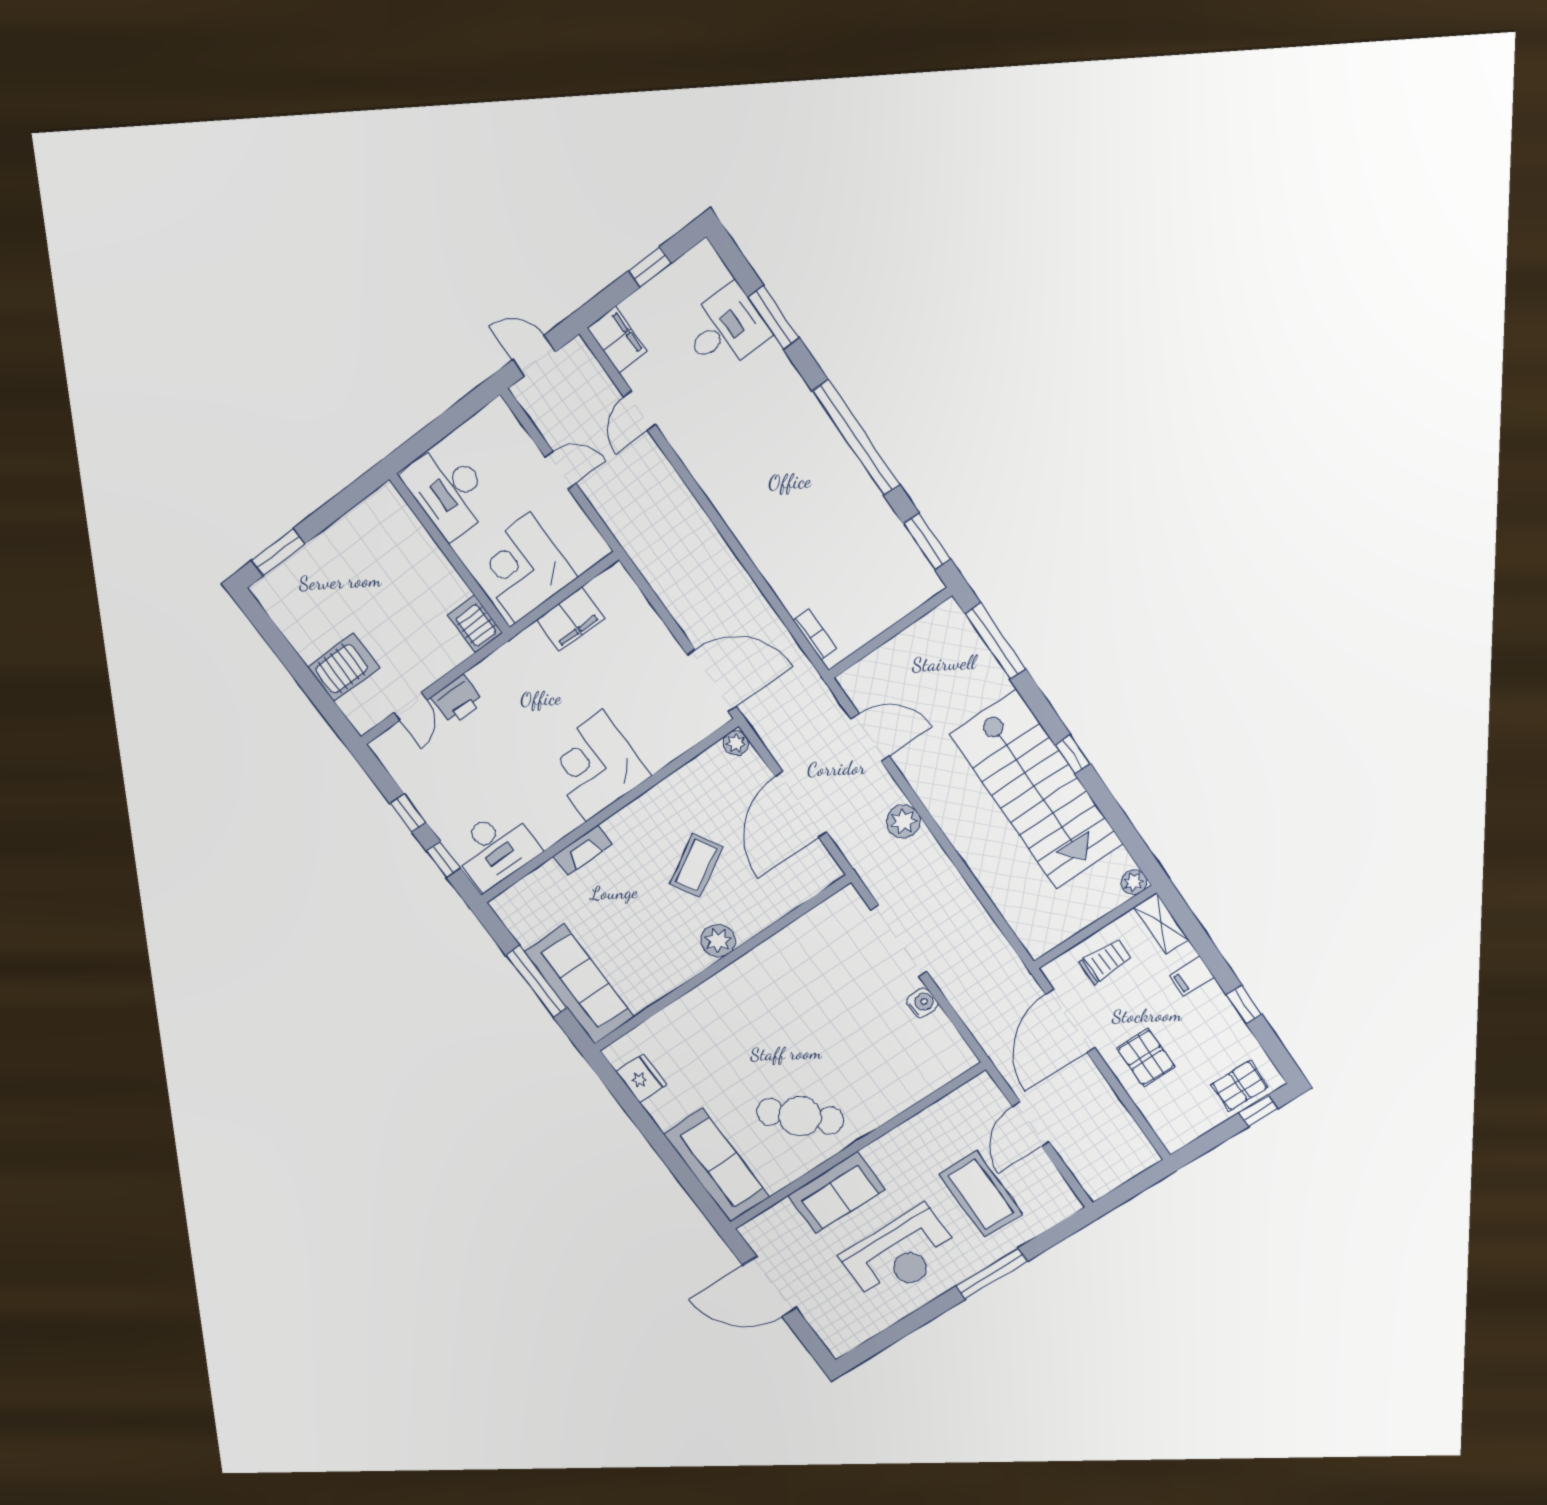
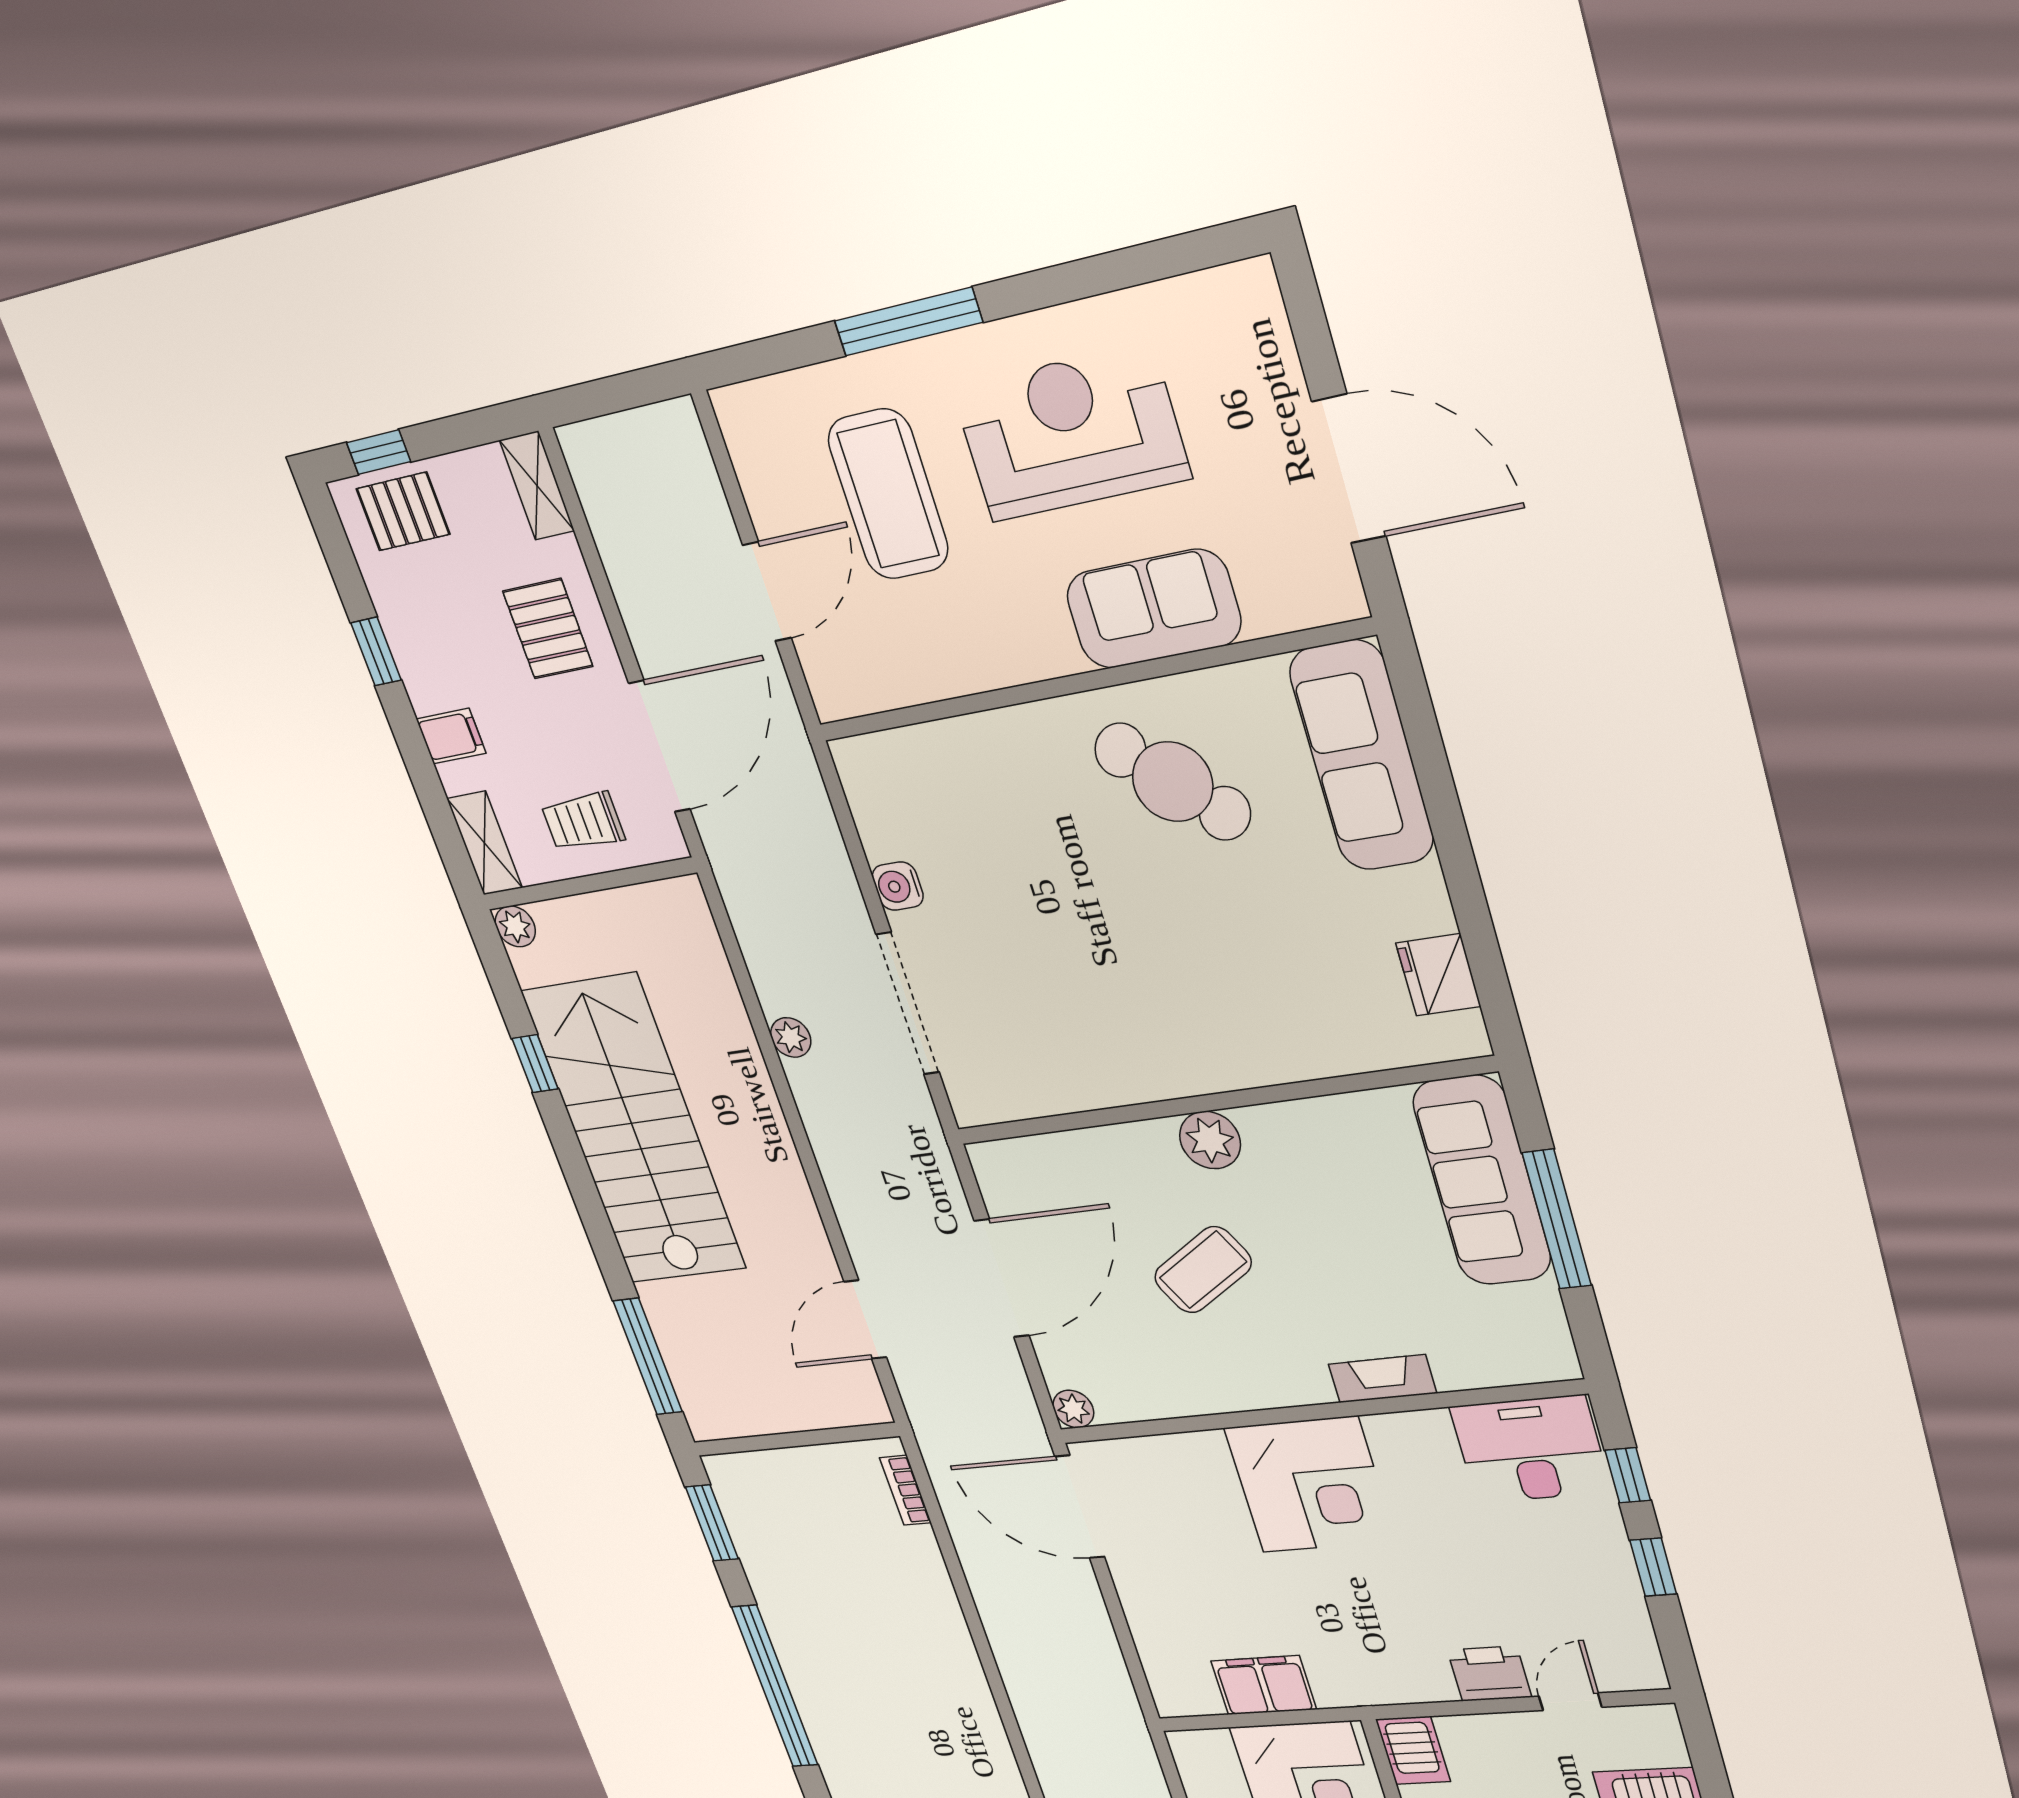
door: (870, 737) -> (865, 1320), hinge flipped
window: (1073, 754) -> (535, 1064), moved
plant: (903, 821) -> (791, 1037), moved, width x0.73, depth x0.73
shelving: (1166, 1128) -> (537, 486), added

